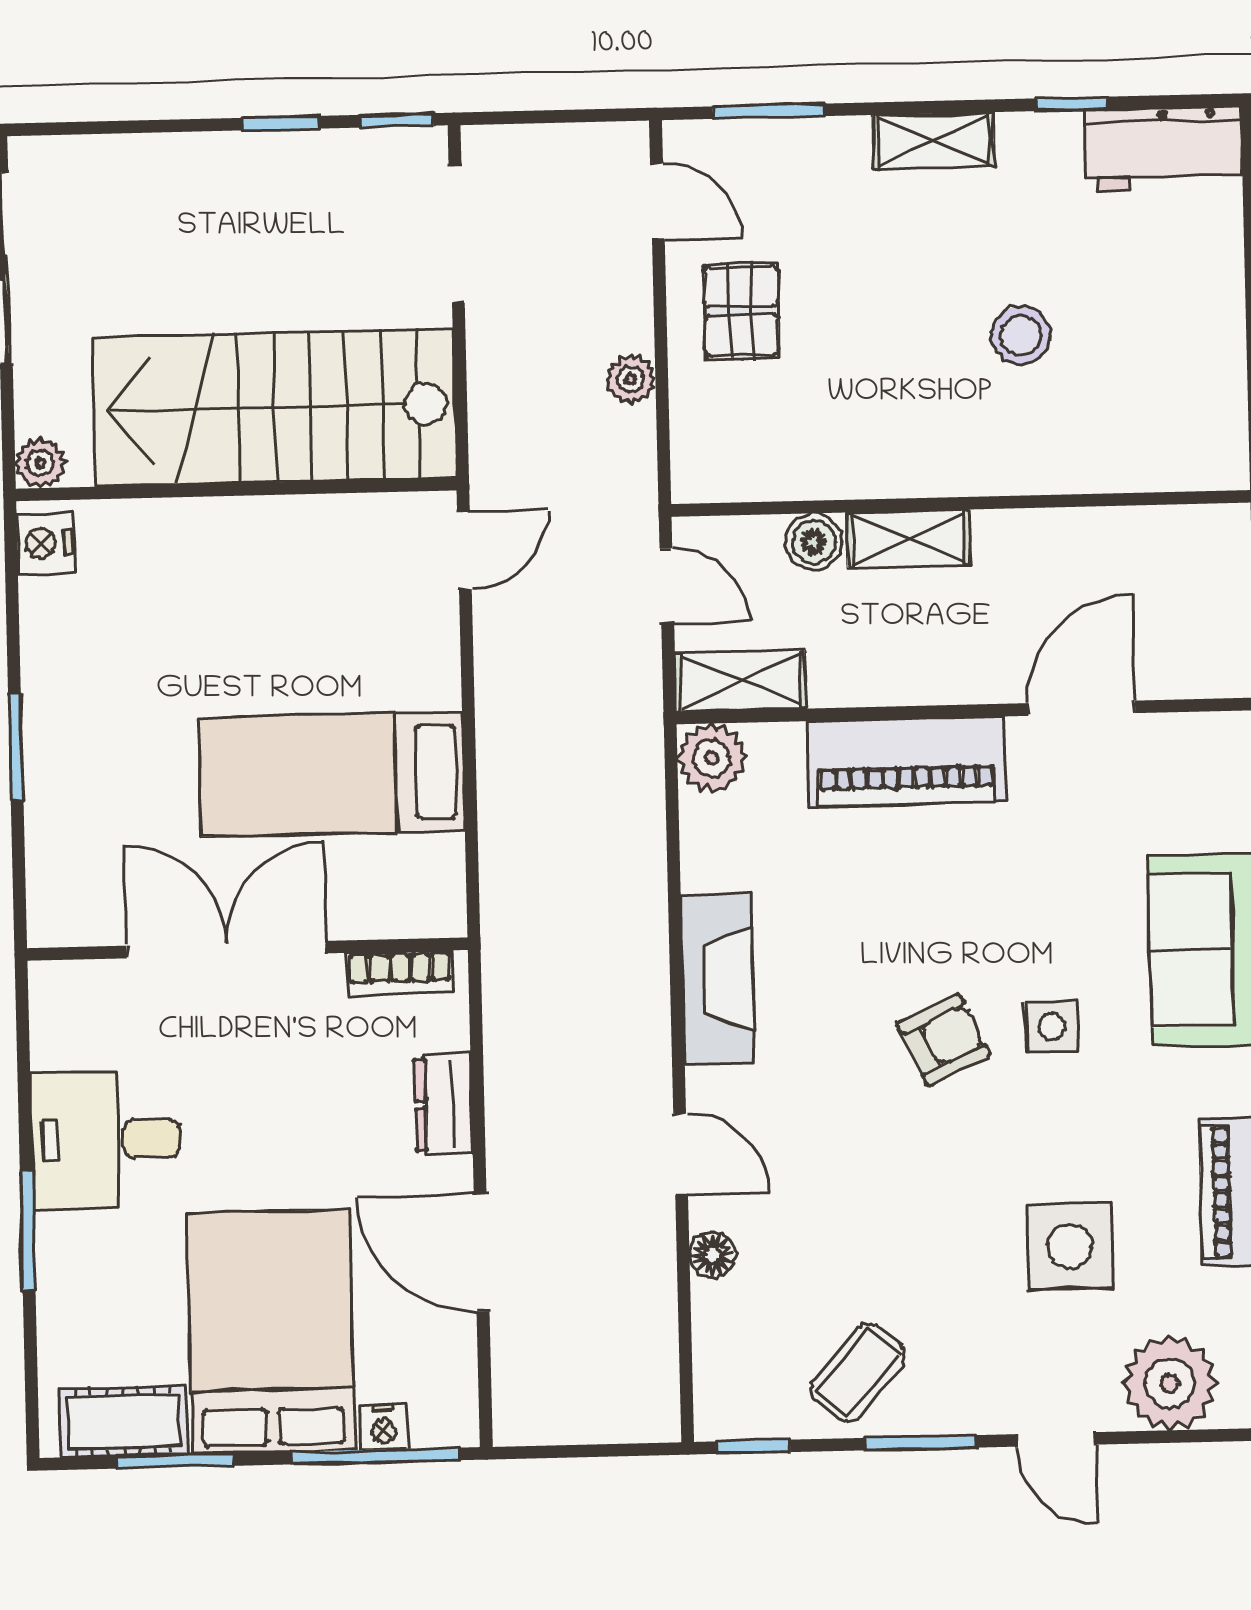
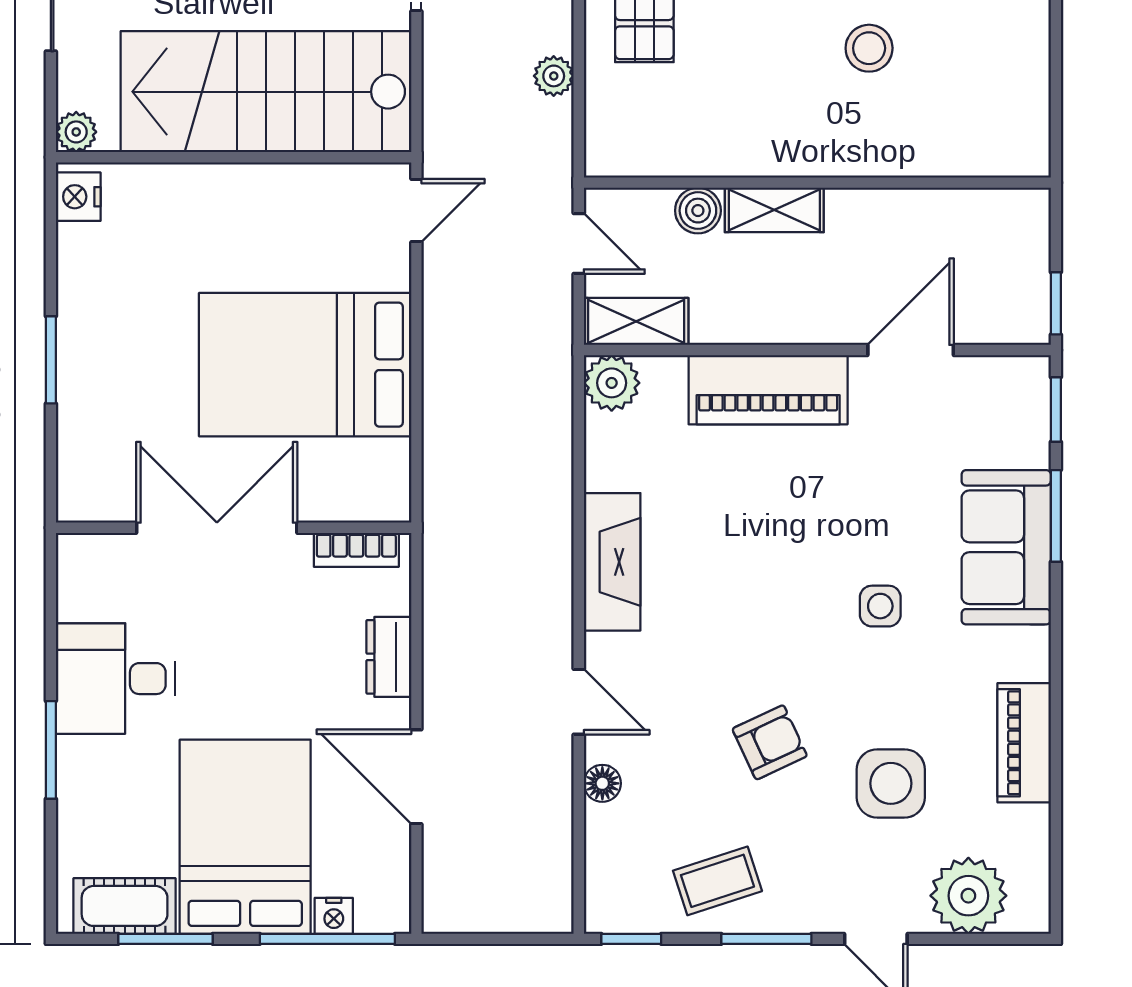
bed: (332, 774) -> (305, 365), width x1.50
armchair: (943, 1040) -> (770, 742), moved
coffee table: (858, 1372) -> (717, 881), turned 30

